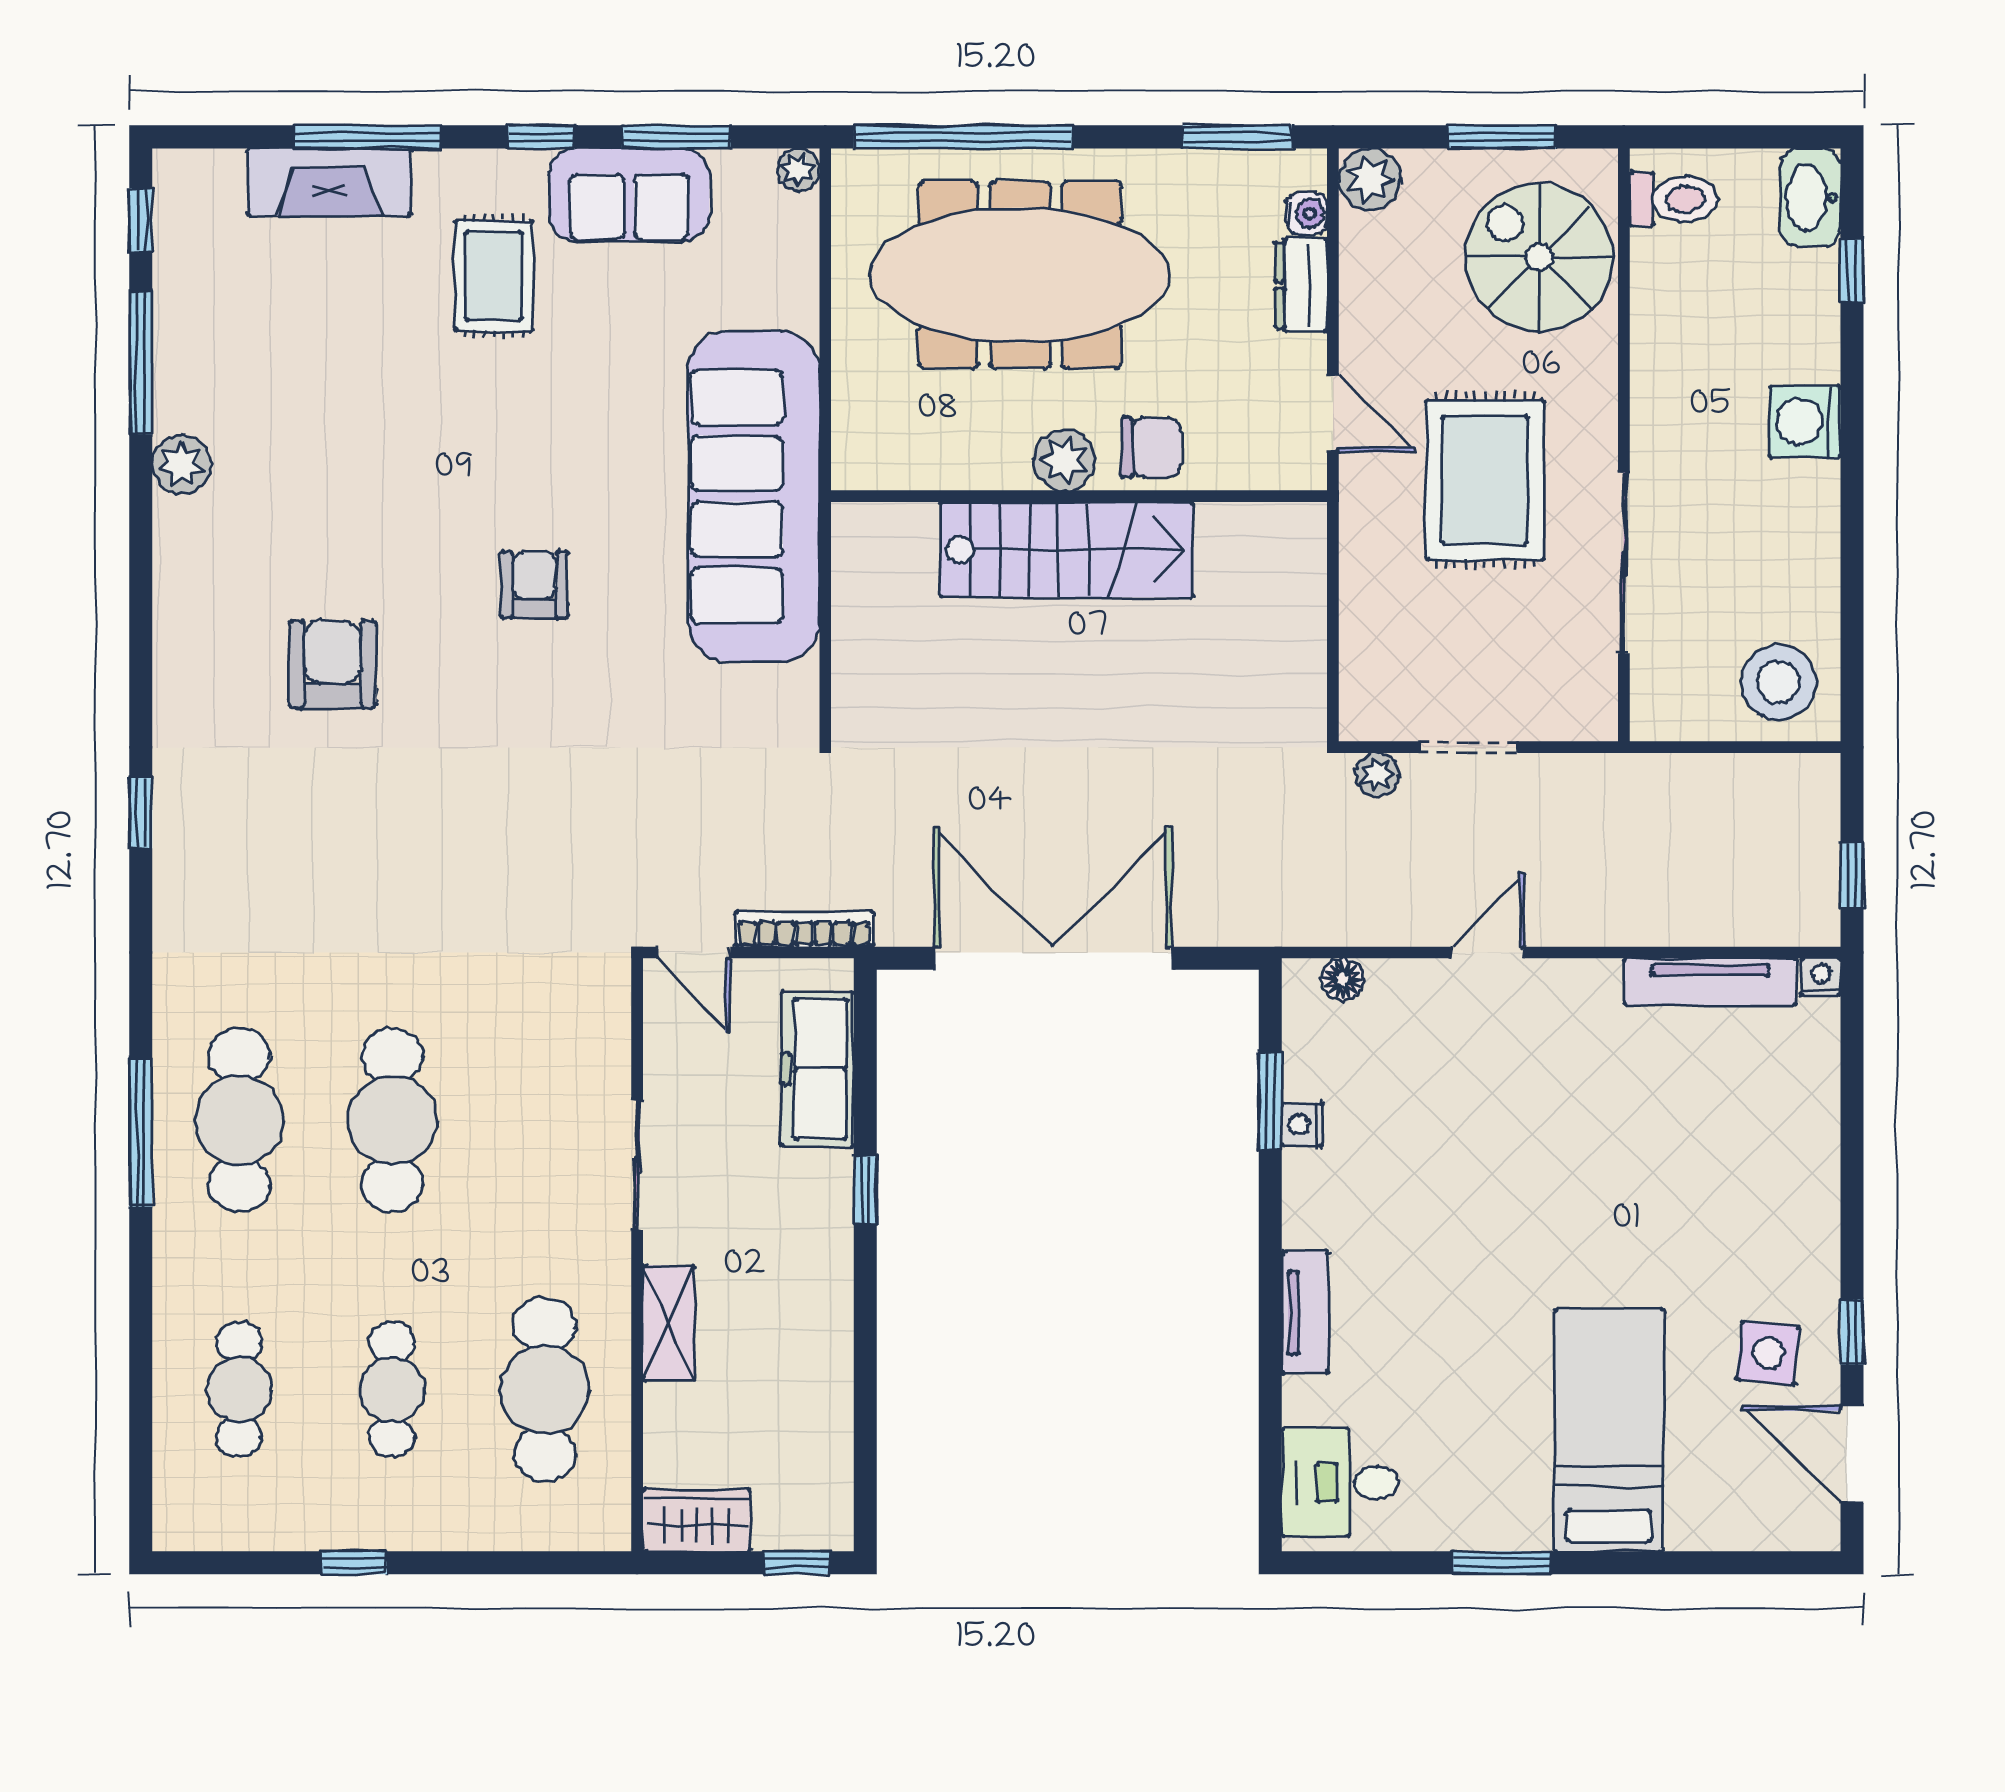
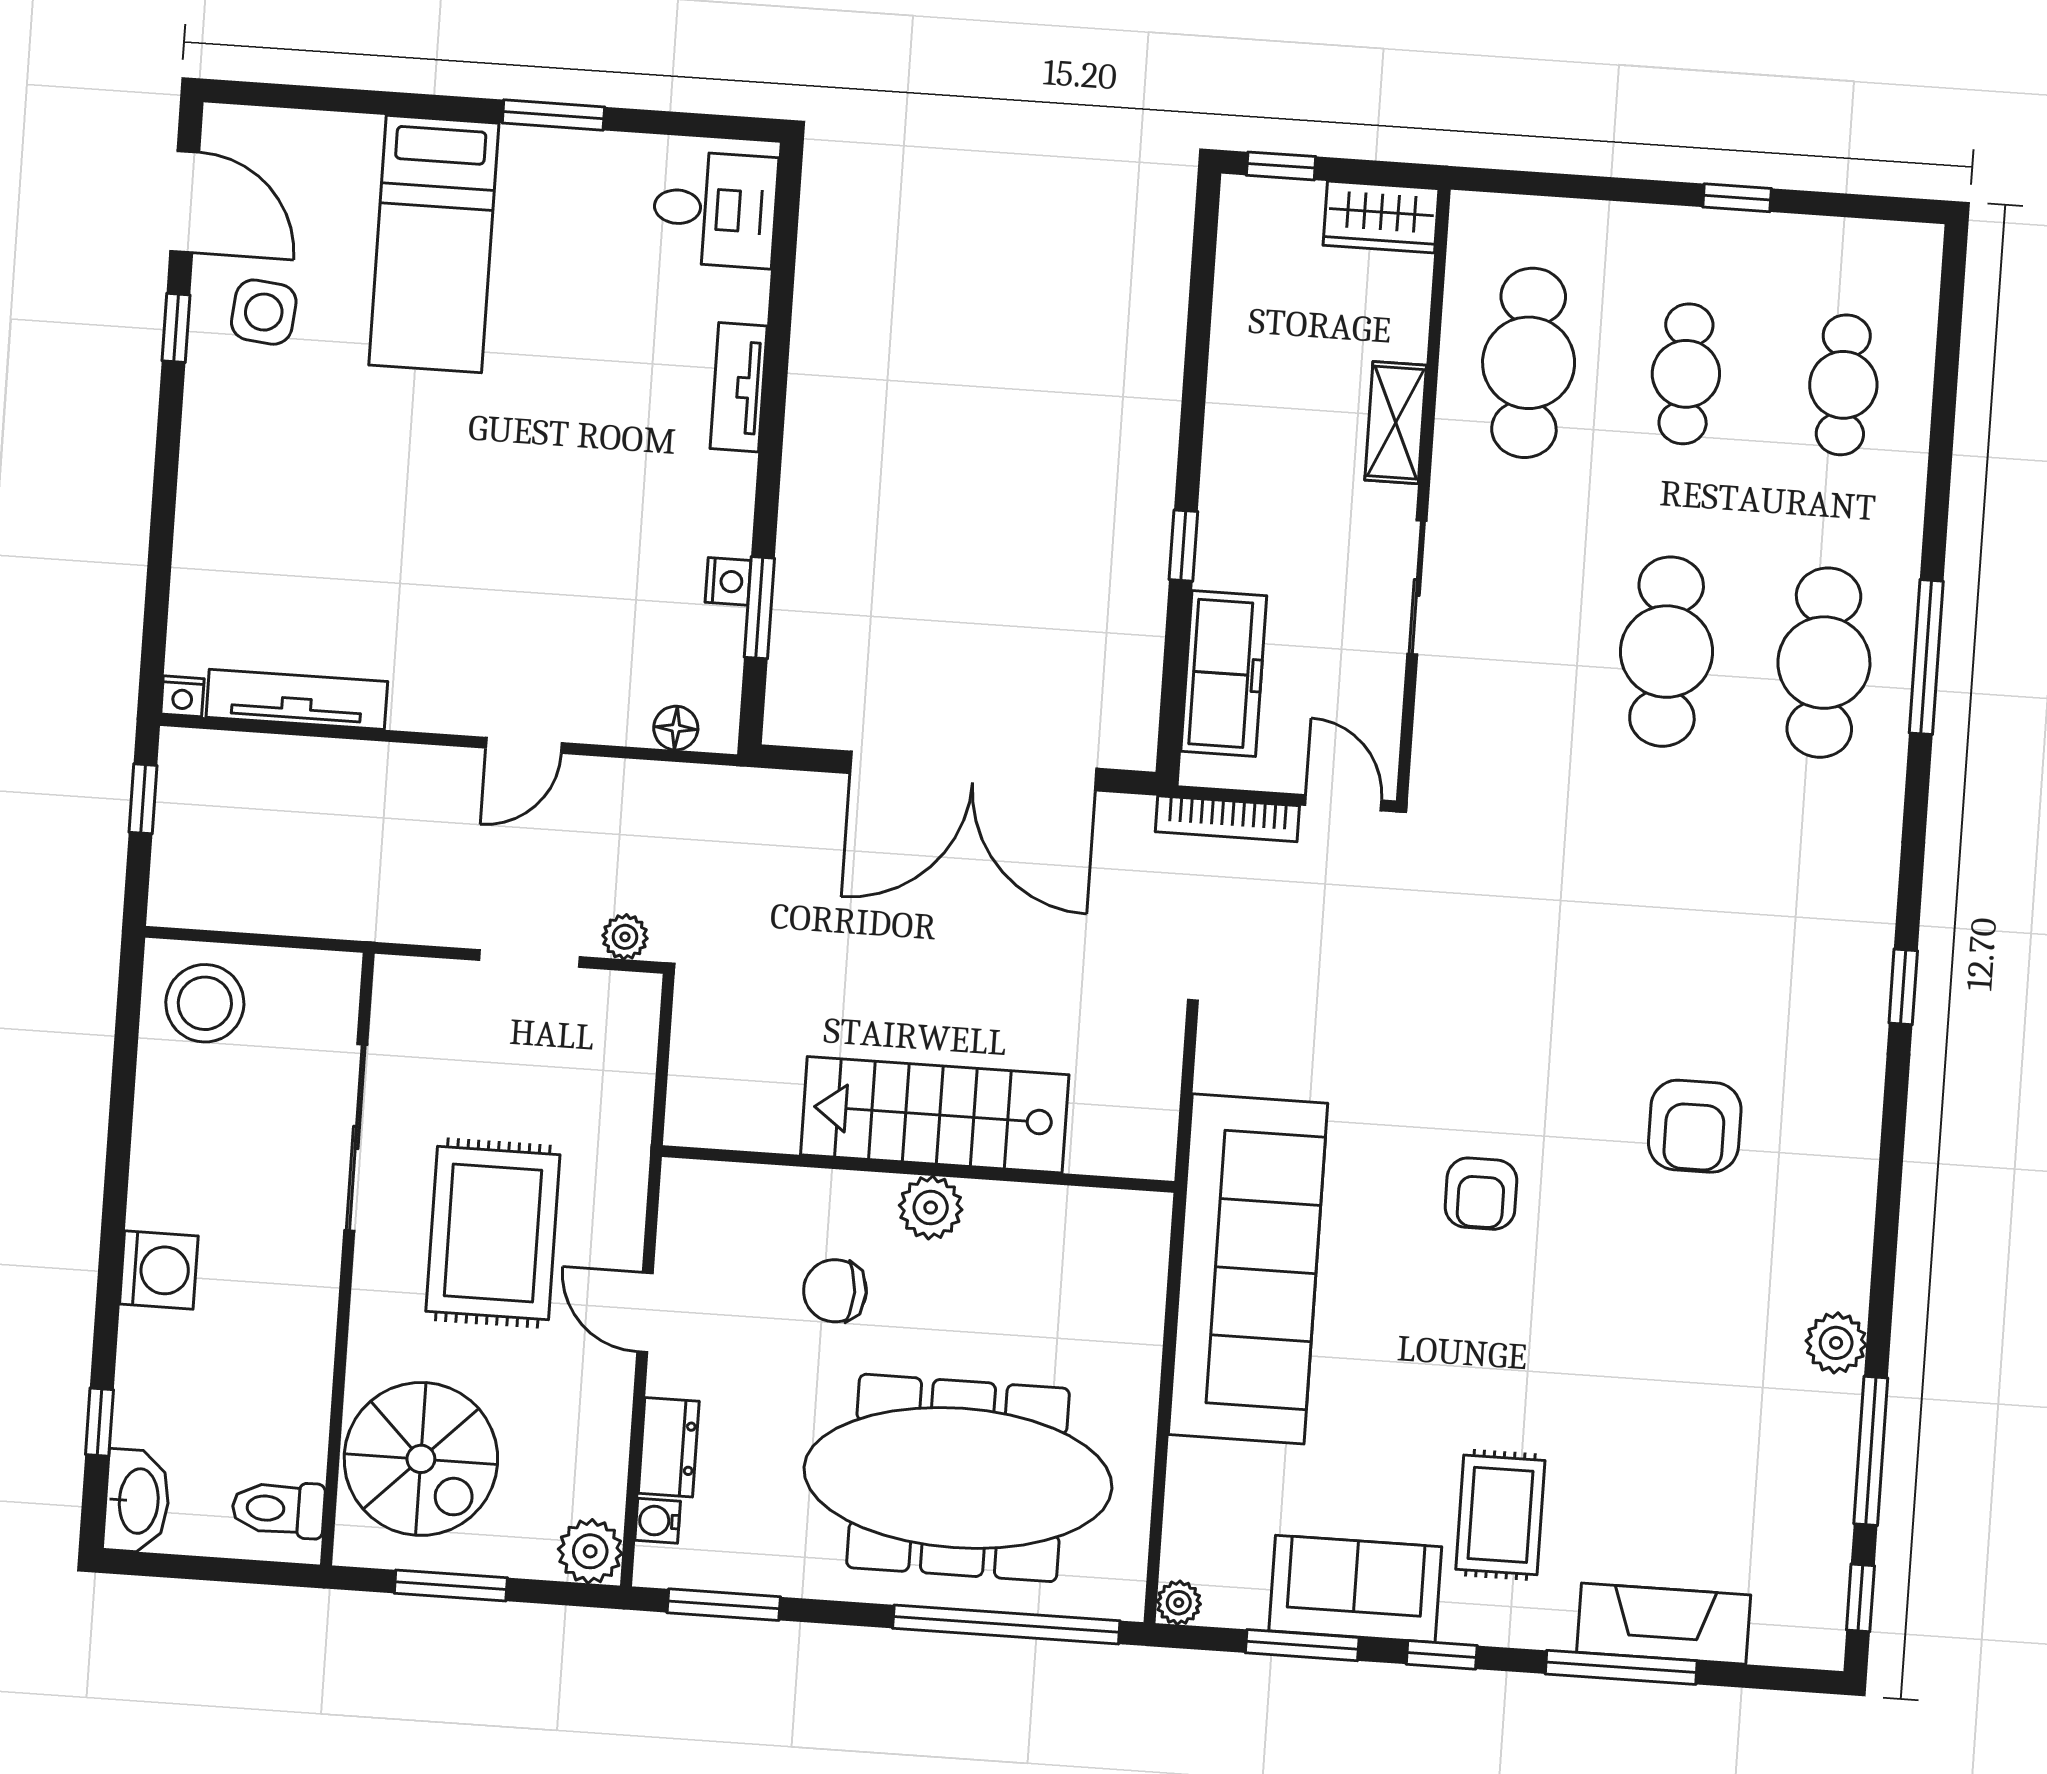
plant: (1064, 460) -> (931, 1208), moved
wall: (1079, 496) -> (918, 1169), moved
stairs: (1067, 550) -> (935, 1115), moved

